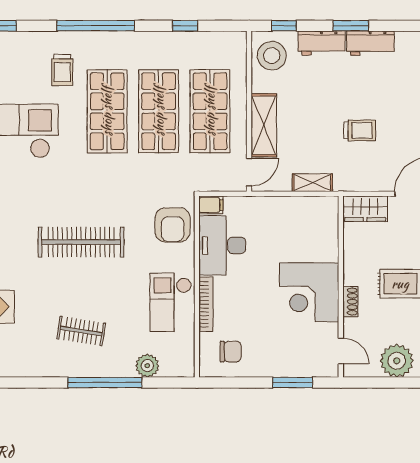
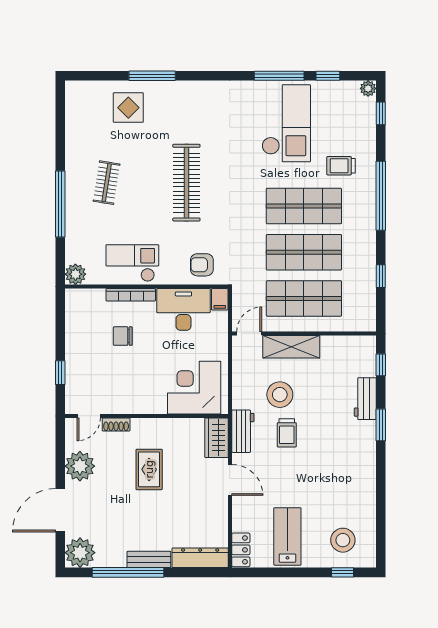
workbench: (370, 43) -> (243, 431), moved, turned 180
stool: (272, 56) -> (280, 395), moved
door: (249, 172) -> (249, 333), swing flipped
shelving: (312, 183) -> (240, 390), removed
armchair: (173, 225) -> (202, 265), width x0.72, depth x0.72
corner desk: (309, 292) -> (194, 388), moved
shoe rack: (350, 302) -> (116, 424), moved
chair: (231, 352) -> (123, 336), moved, turned 90
plant: (147, 366) -> (75, 274), moved
window: (293, 383) -> (60, 373), width x0.67

